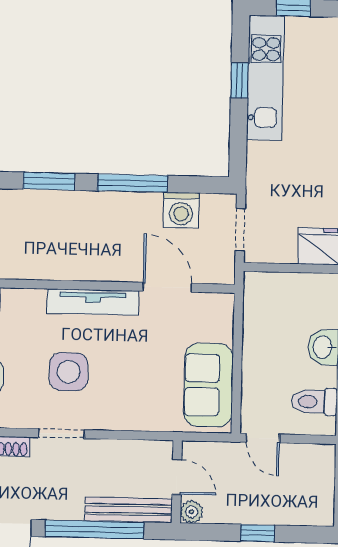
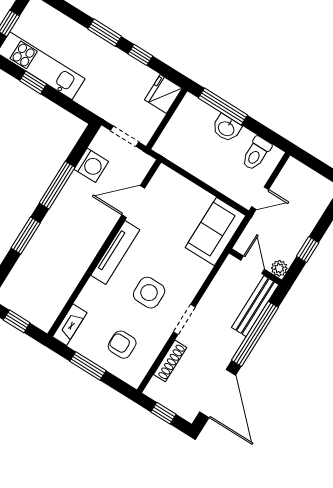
sofa: (208, 385) -> (215, 232), moved, turned 90
door: (177, 477) -> (253, 265), hinge flipped
window: (257, 533) -> (308, 249), moved

